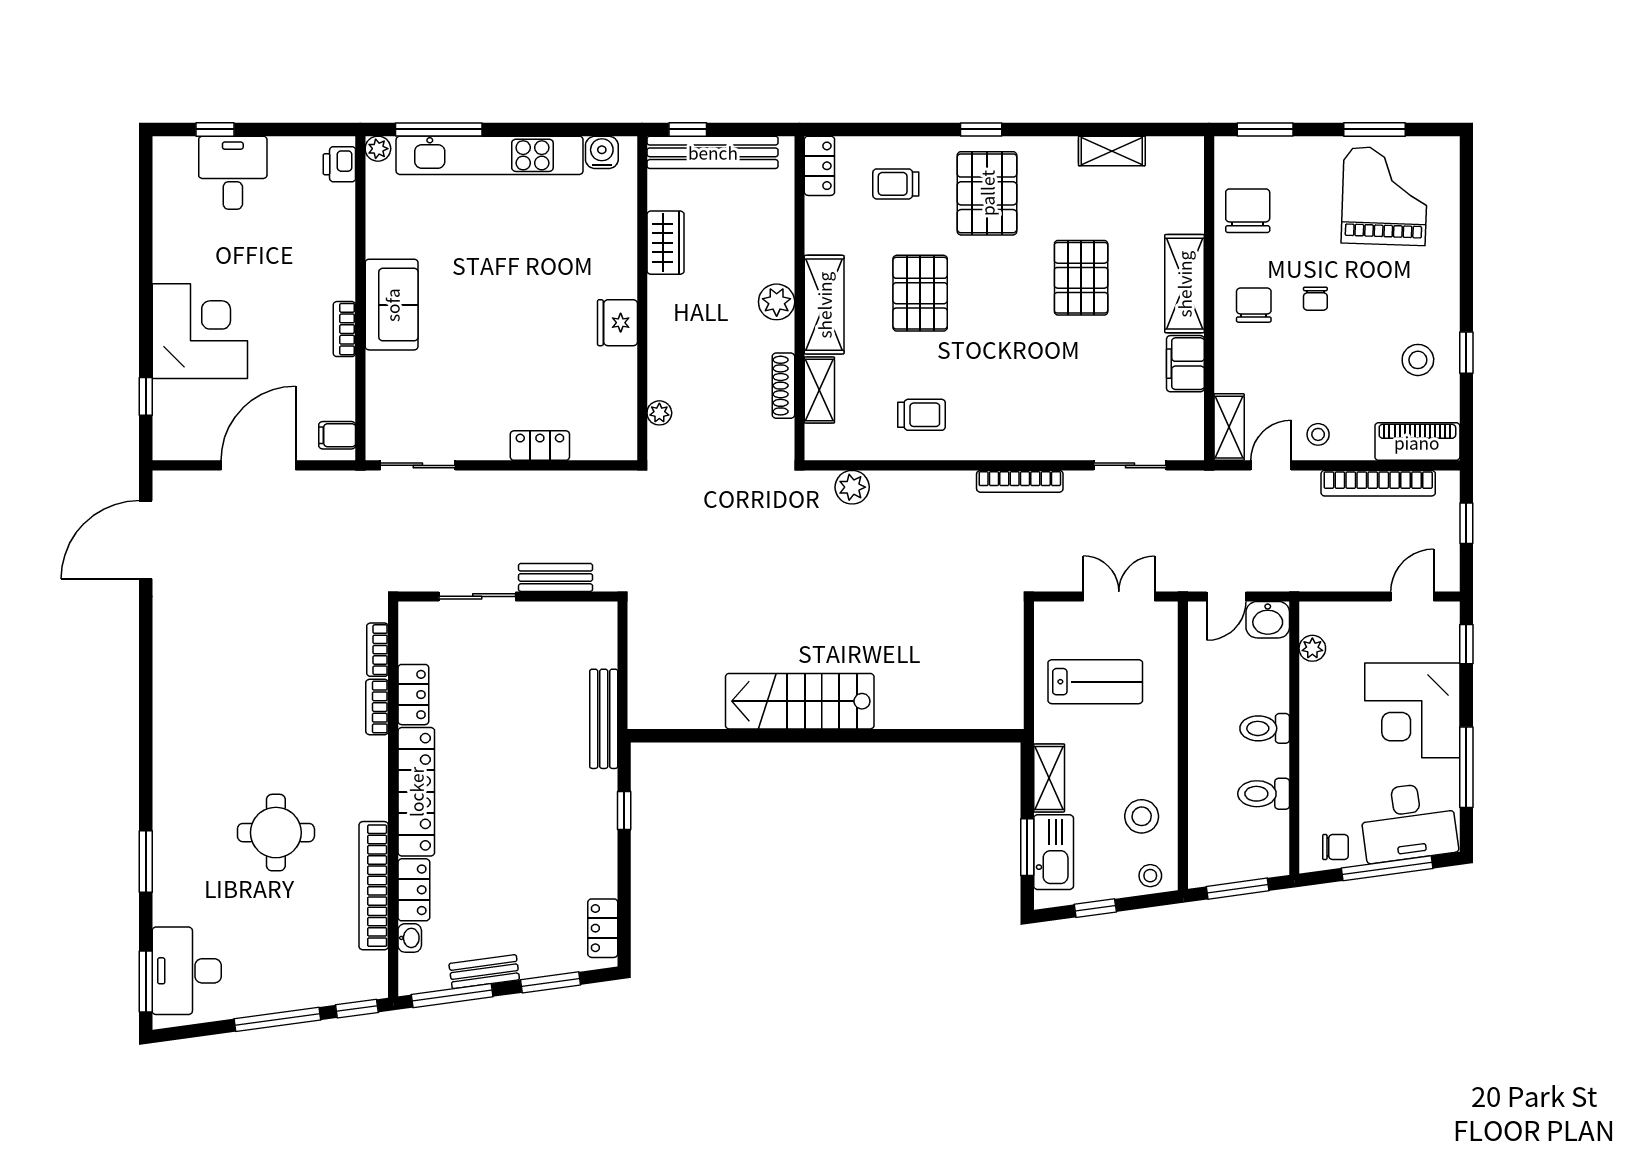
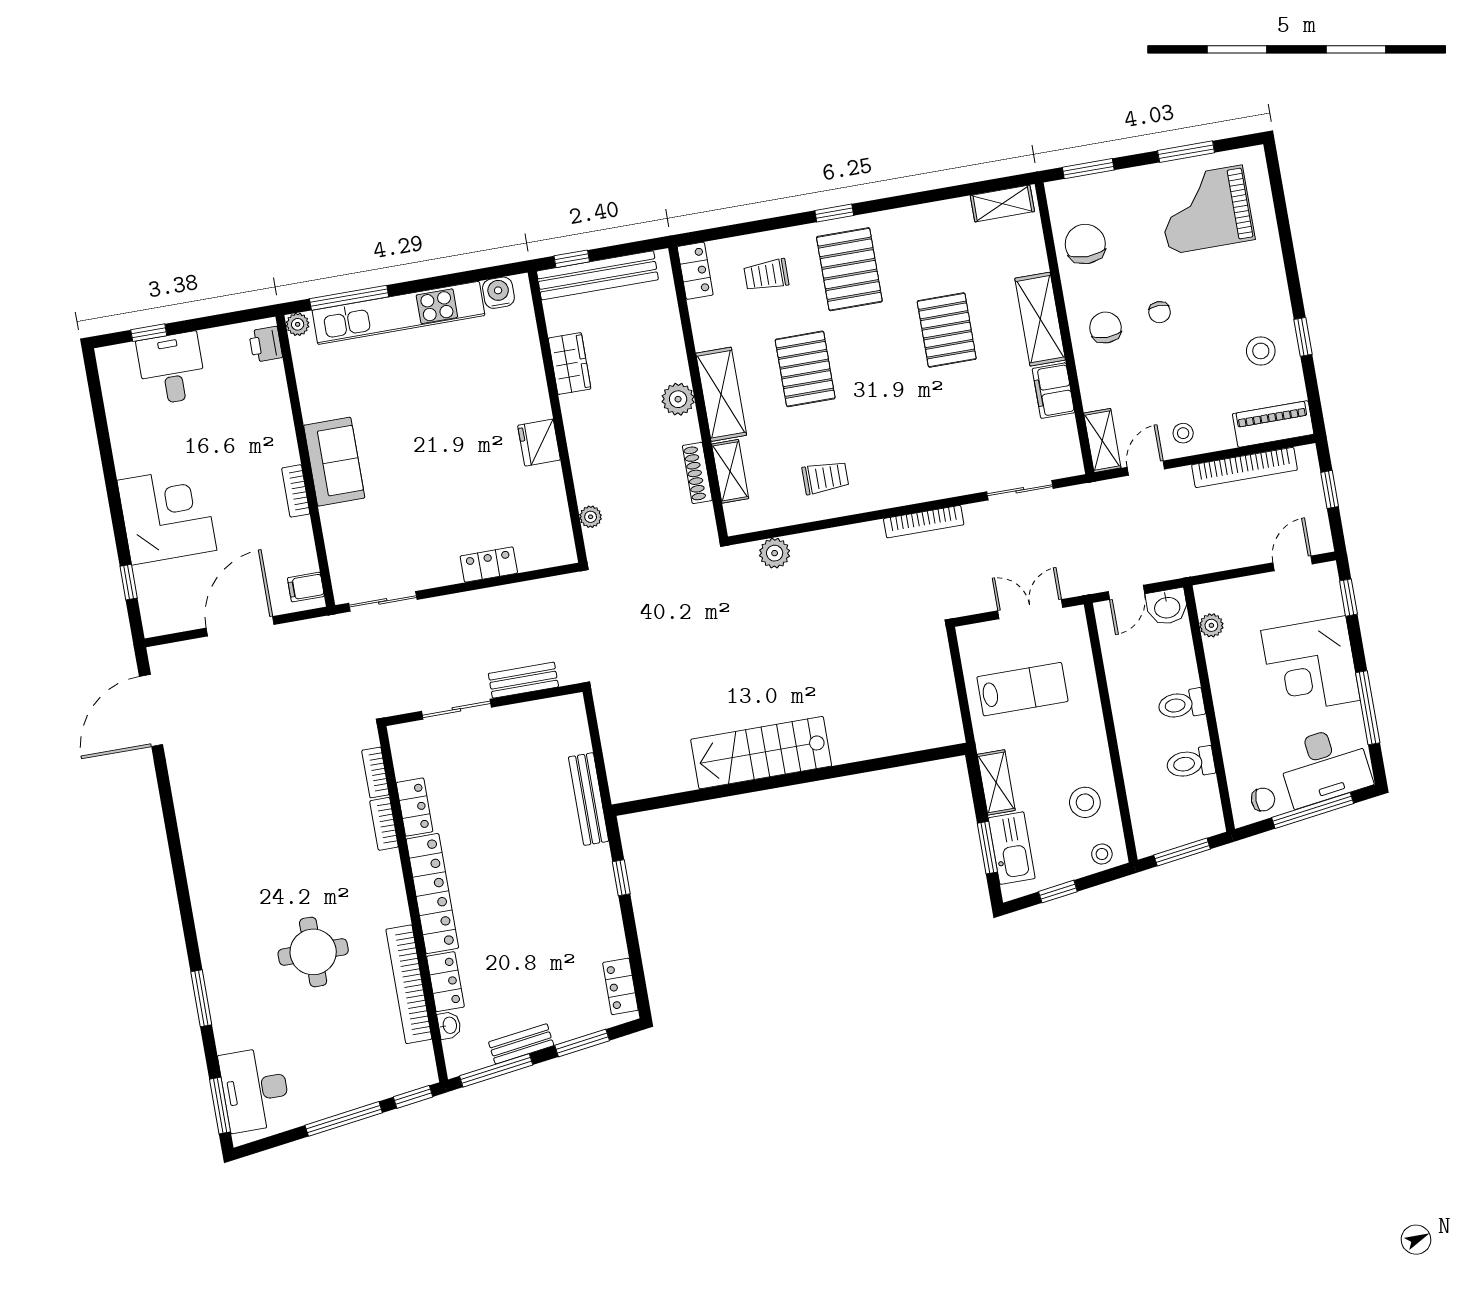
shelving: (1112, 151) -> (1002, 203), moved
grand piano: (1385, 196) -> (1205, 210), turned -92

